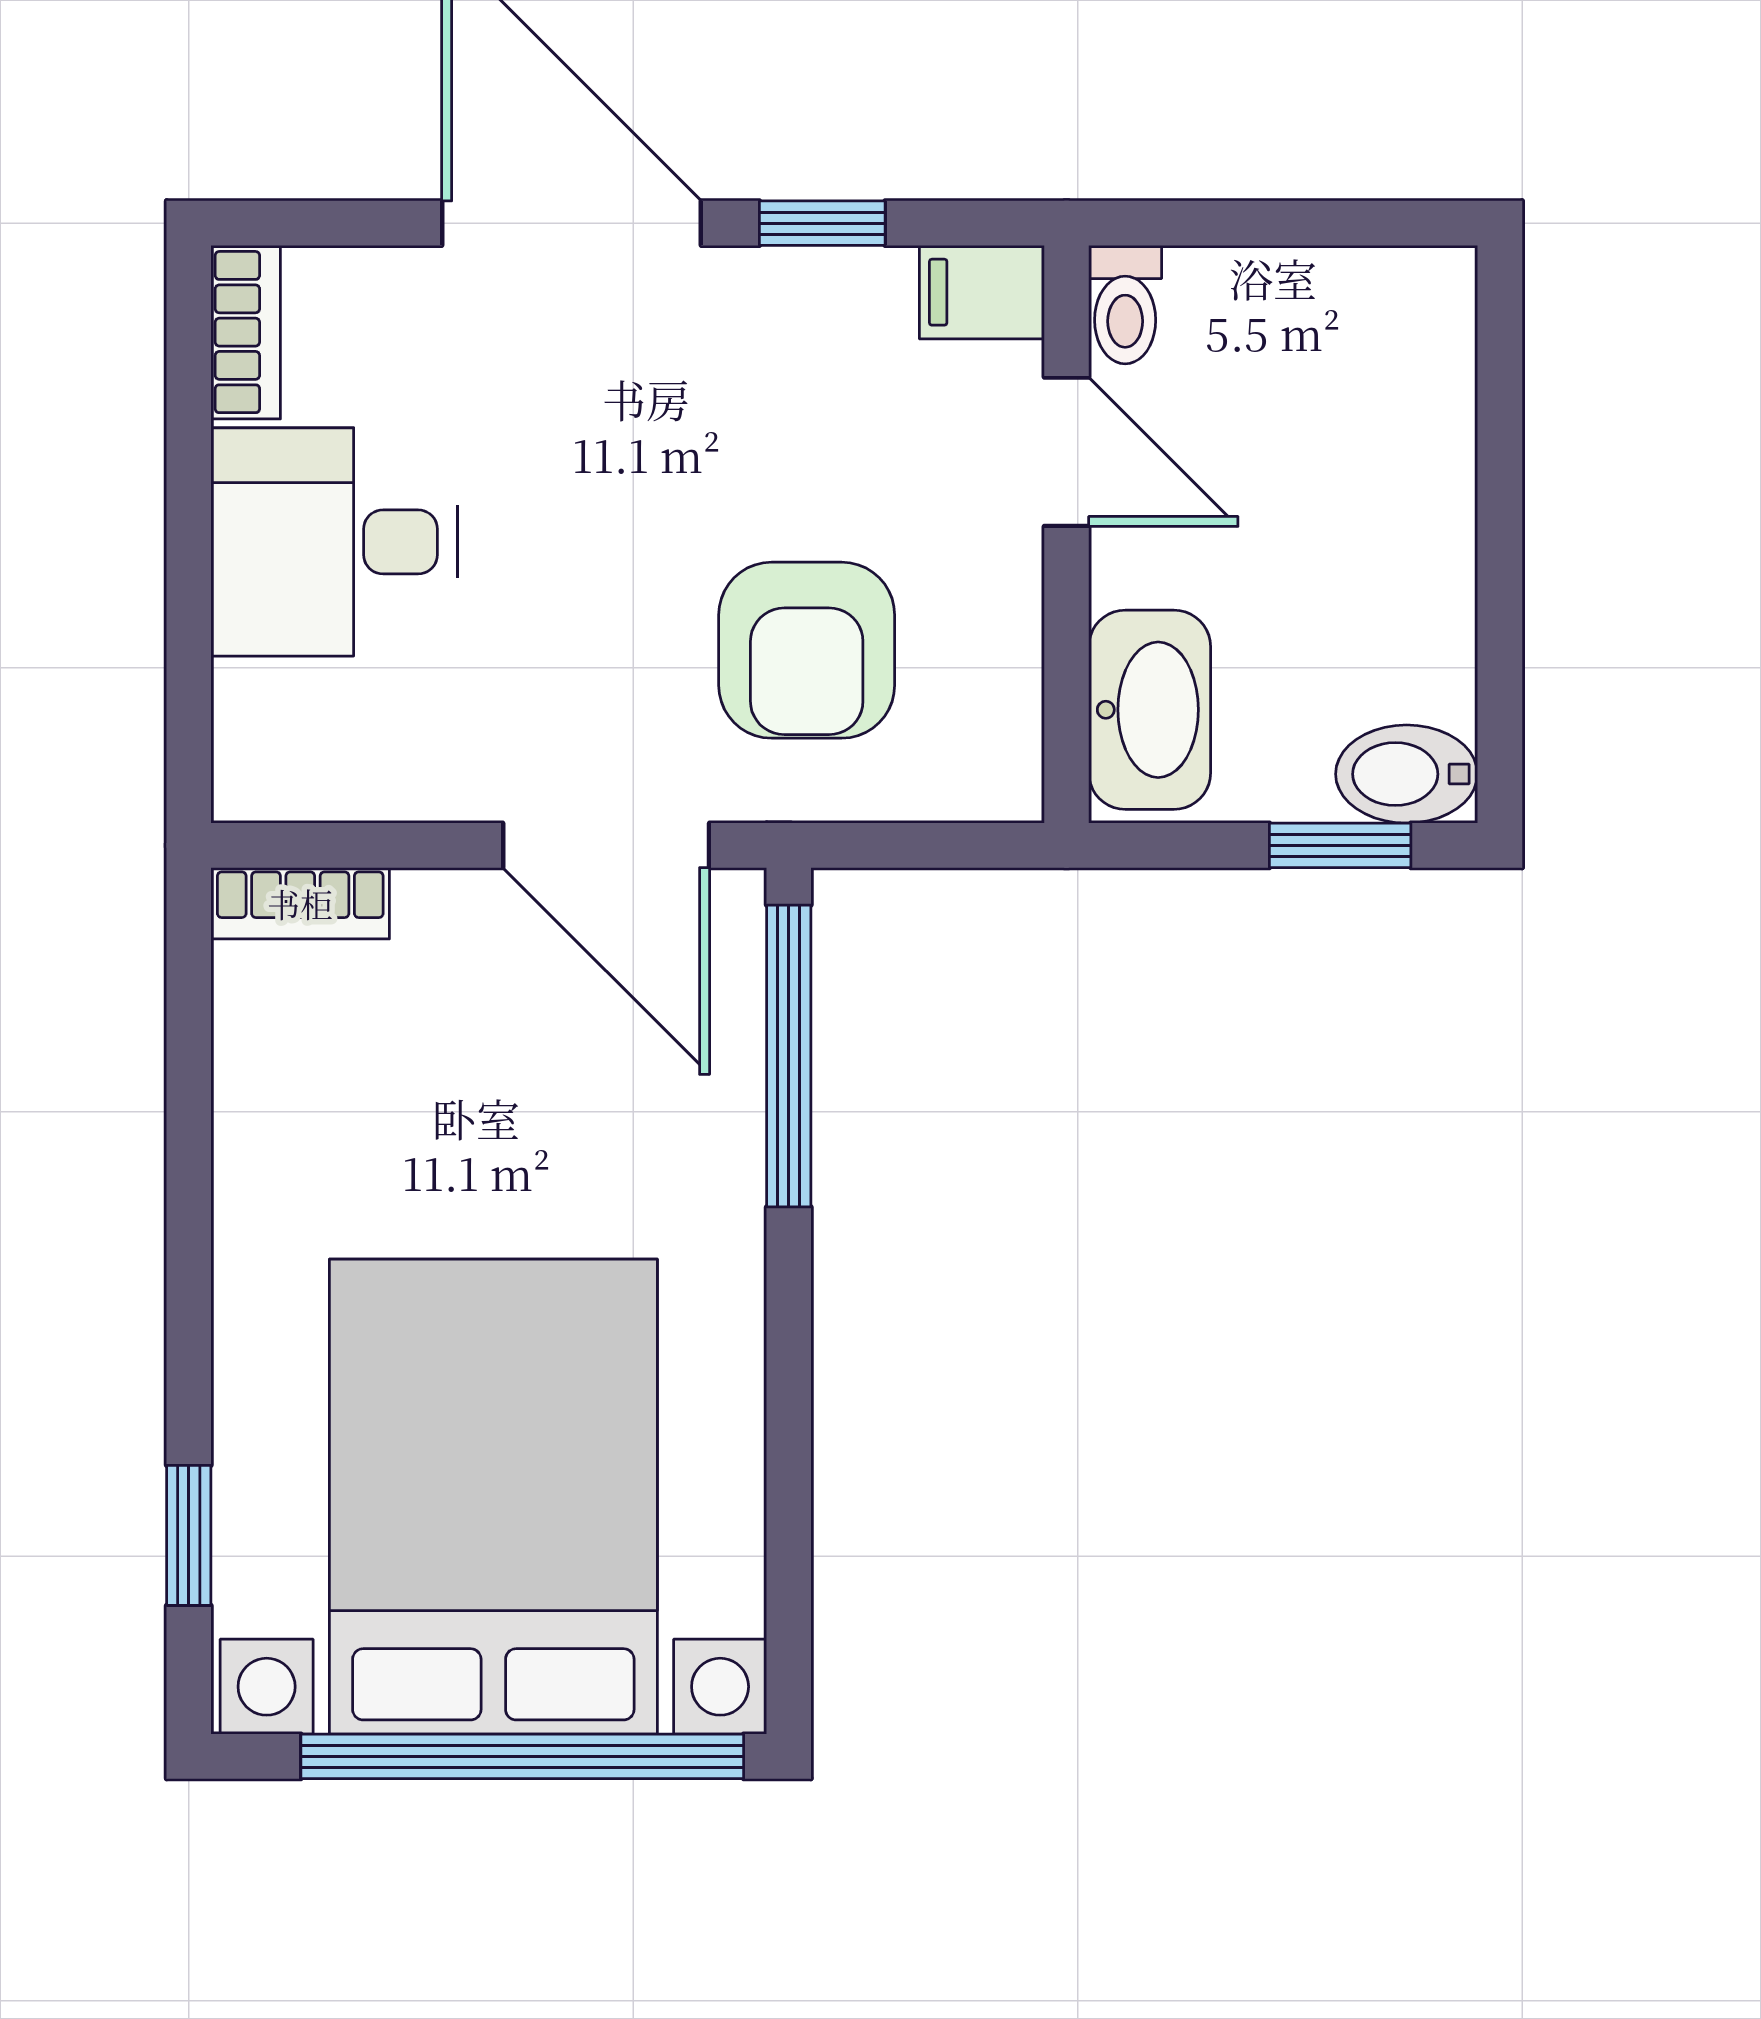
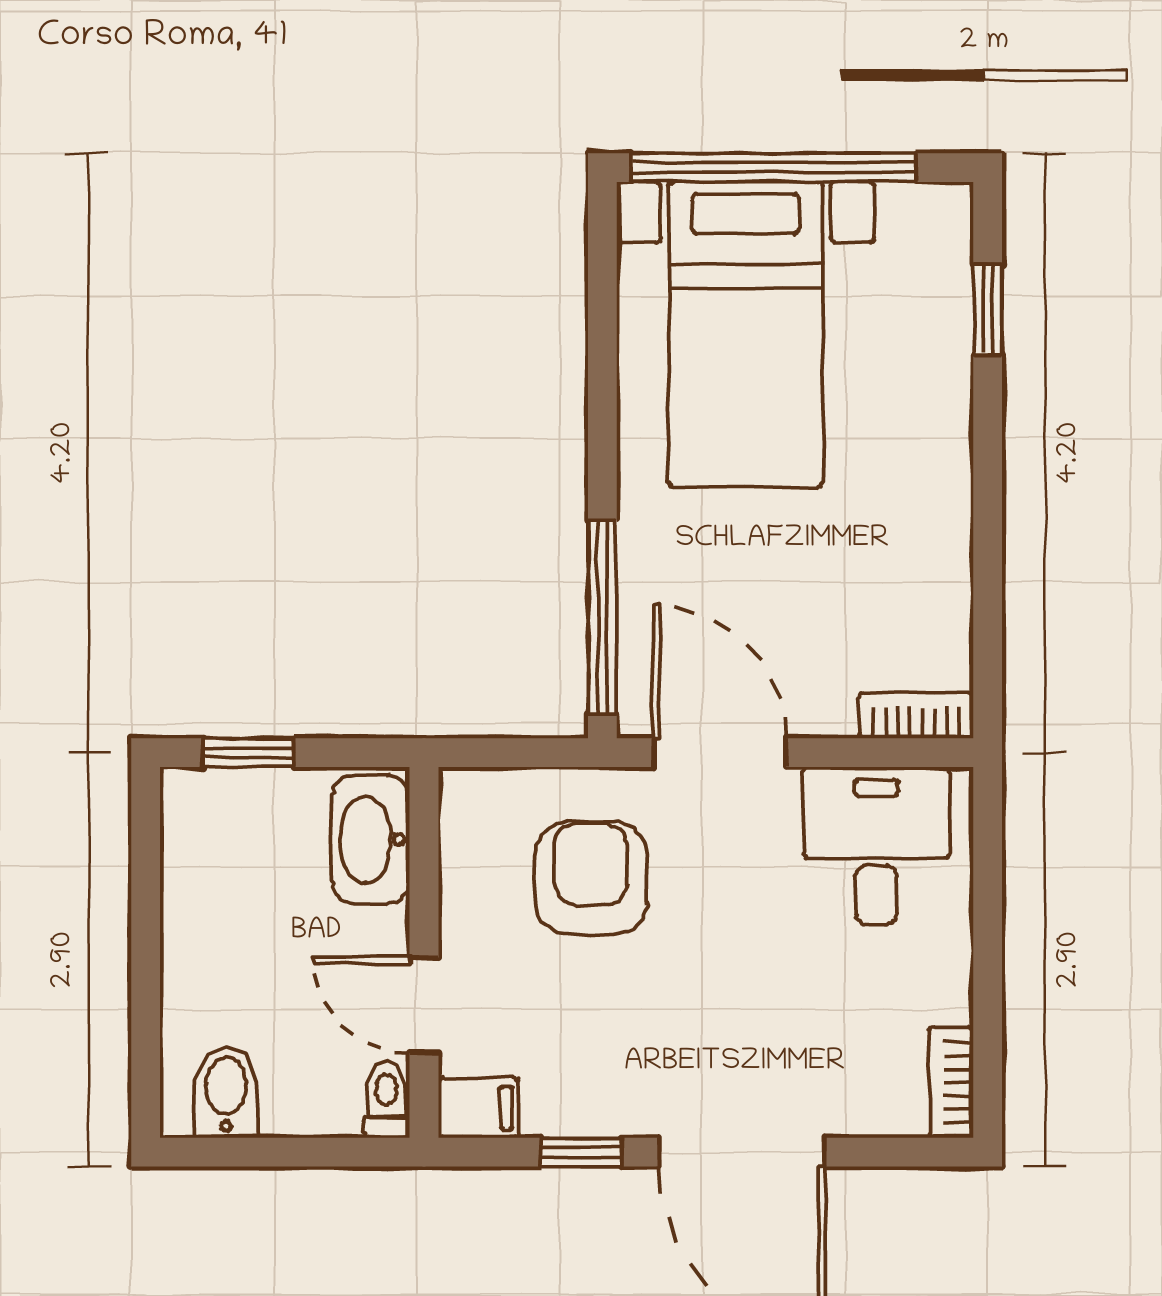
desk: (334, 542) -> (876, 846), moved, turned -90
bidet: (1407, 774) -> (226, 1092), moved, turned -90
bed with nightstands: (493, 1497) -> (746, 334), width x0.73

